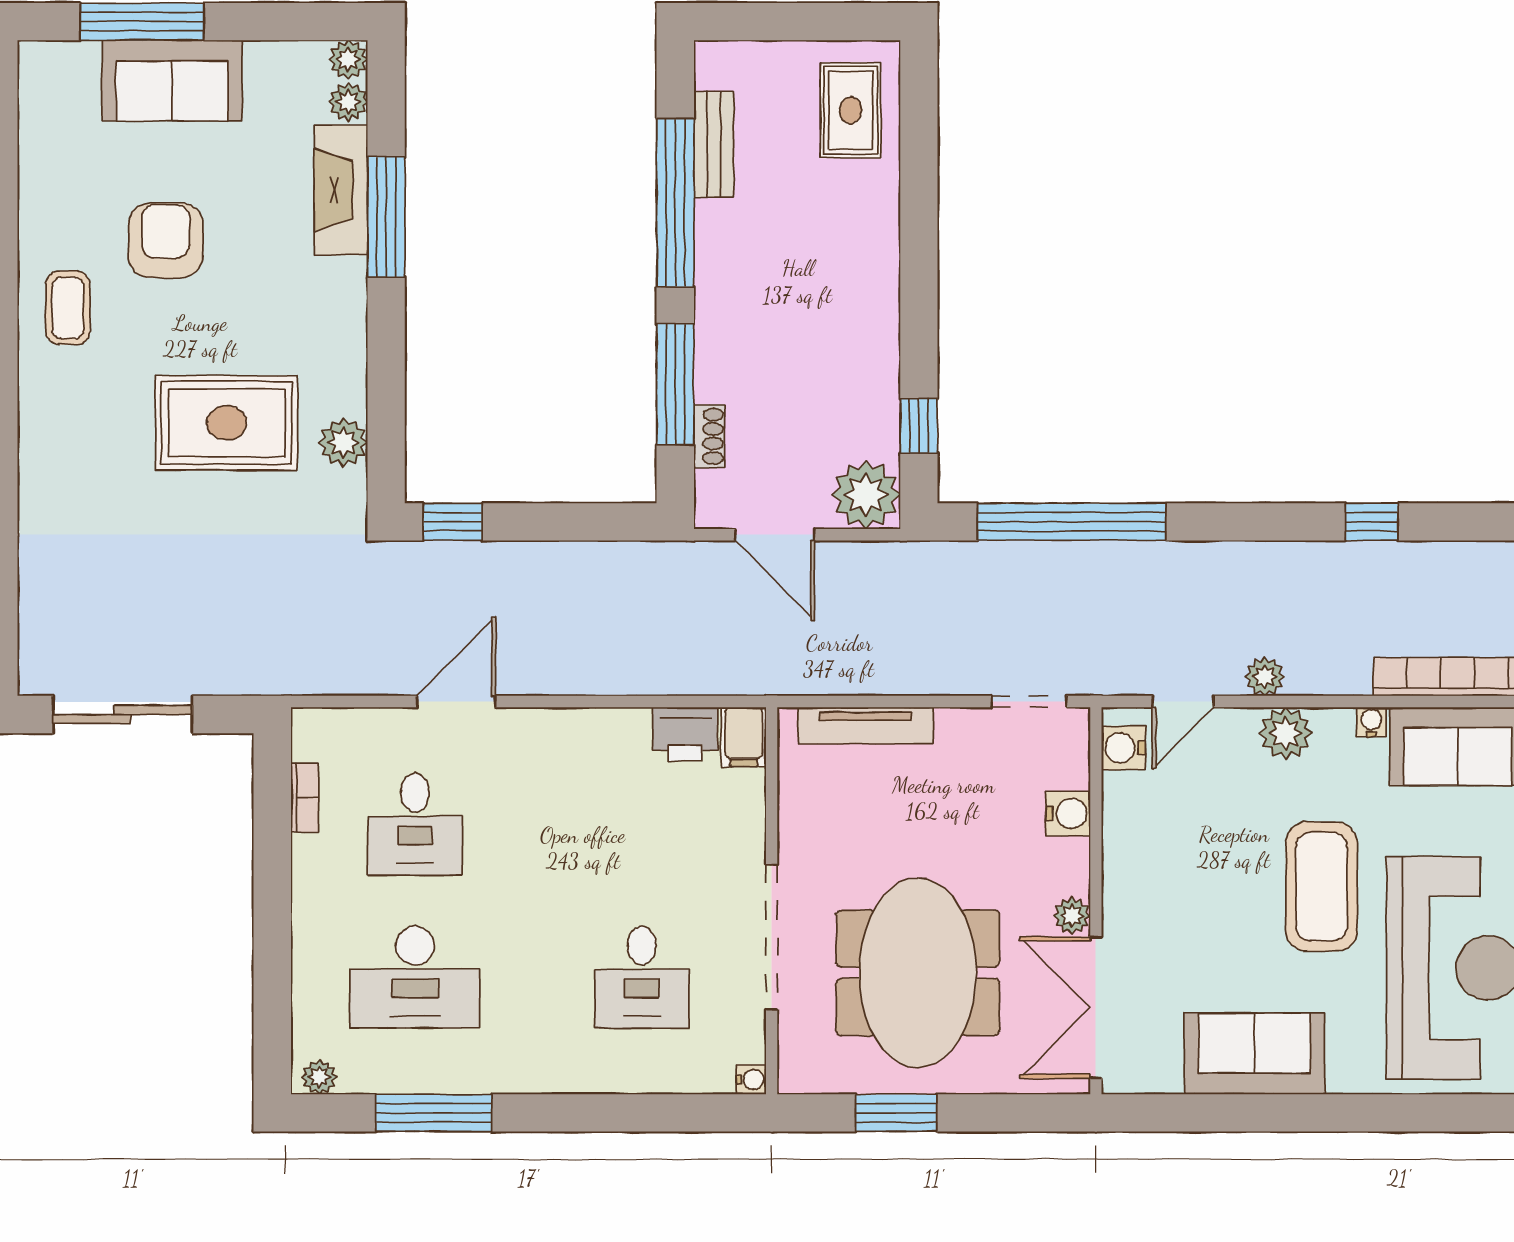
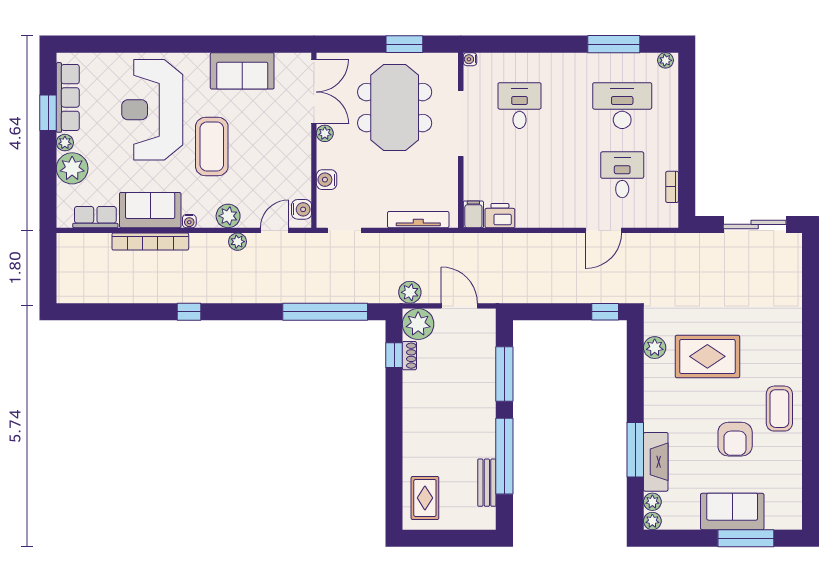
coffee table: (68, 308) -> (779, 409), width x1.36, depth x1.30
shoe rack: (709, 436) -> (409, 356), moved, turned 180
plant: (884, 565) -> (410, 292), added

